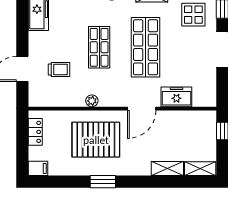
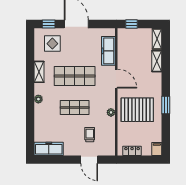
freezer: (176, 97) -> (108, 51), width x1.40
pallet: (96, 140) -> (137, 110), turned 90

